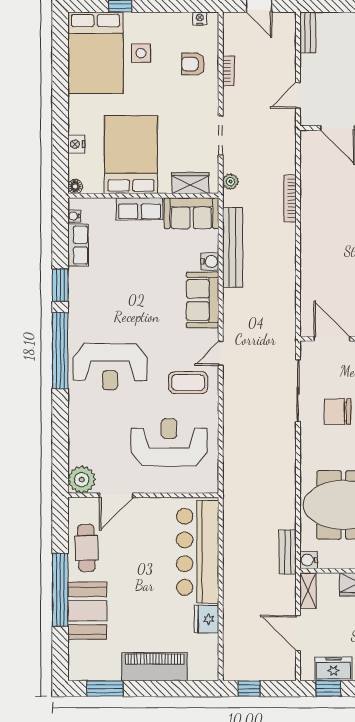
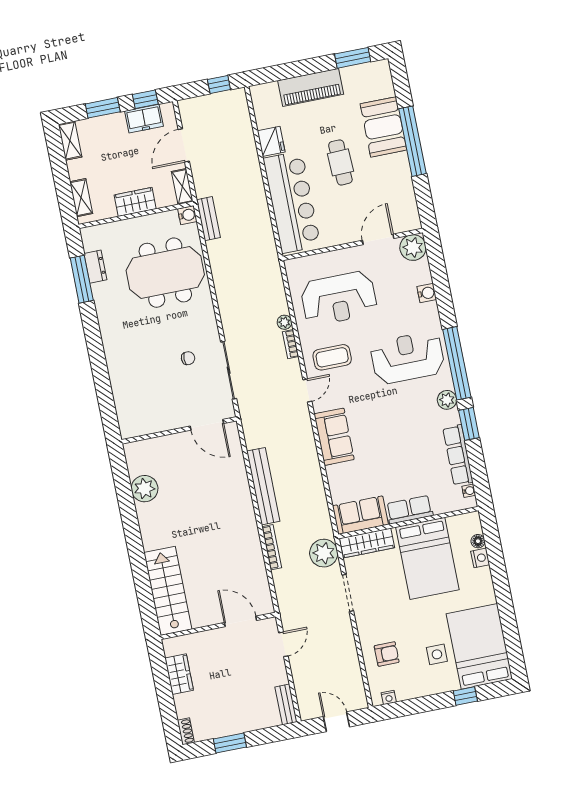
bookcase: (229, 71) -> (291, 344), moved
plant: (230, 182) -> (324, 553), width x1.88, depth x1.88
wardrobe: (190, 183) -> (367, 543), width x1.50
floor lamp: (75, 186) -> (478, 541), moved
row of seats: (78, 245) -> (458, 455), width x1.48
bench: (233, 247) -> (263, 486), moved
water cooler: (210, 262) -> (427, 293), moved, turned 180
plant: (78, 315) -> (447, 400), added
chair: (338, 412) -> (188, 358), width x0.54, depth x0.54
plant: (230, 429) -> (284, 322), added
cafe table: (86, 548) -> (340, 162), moved
door: (298, 633) -> (184, 145), swing flipped

